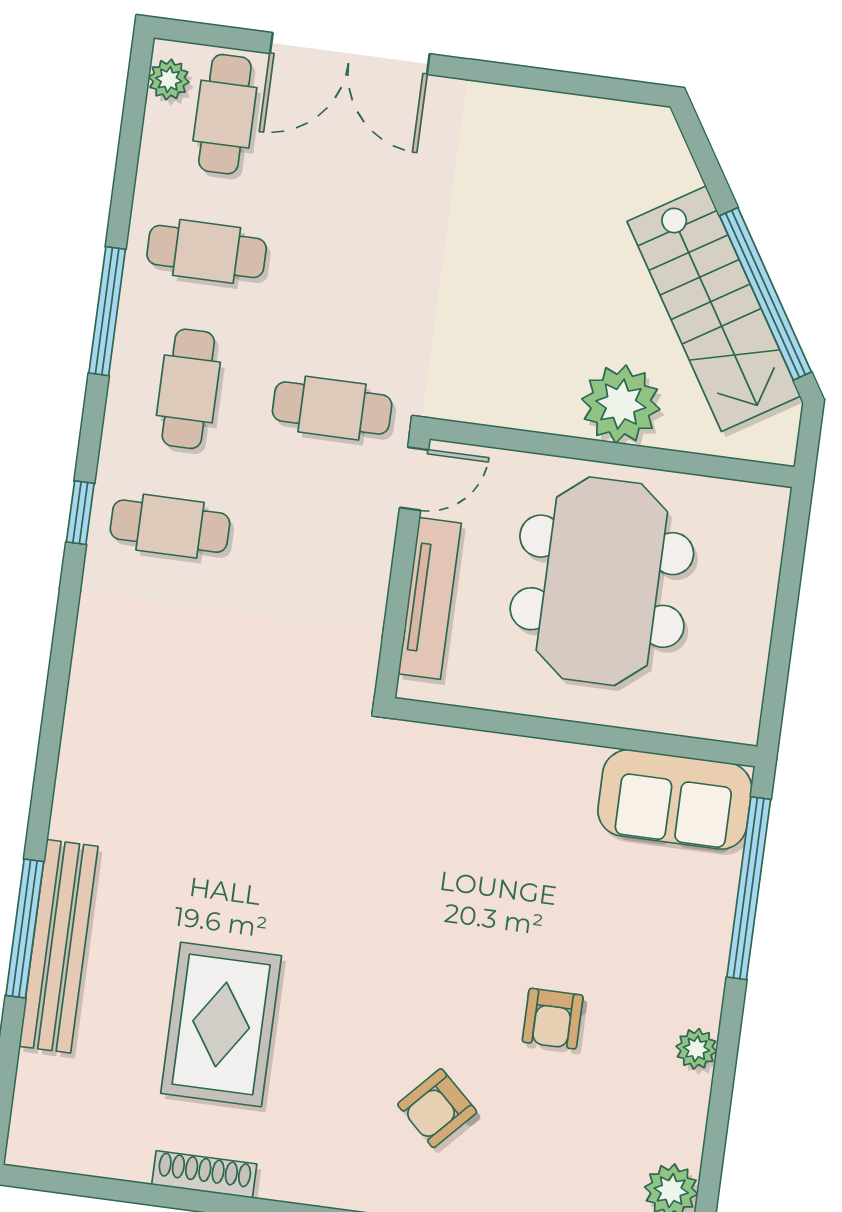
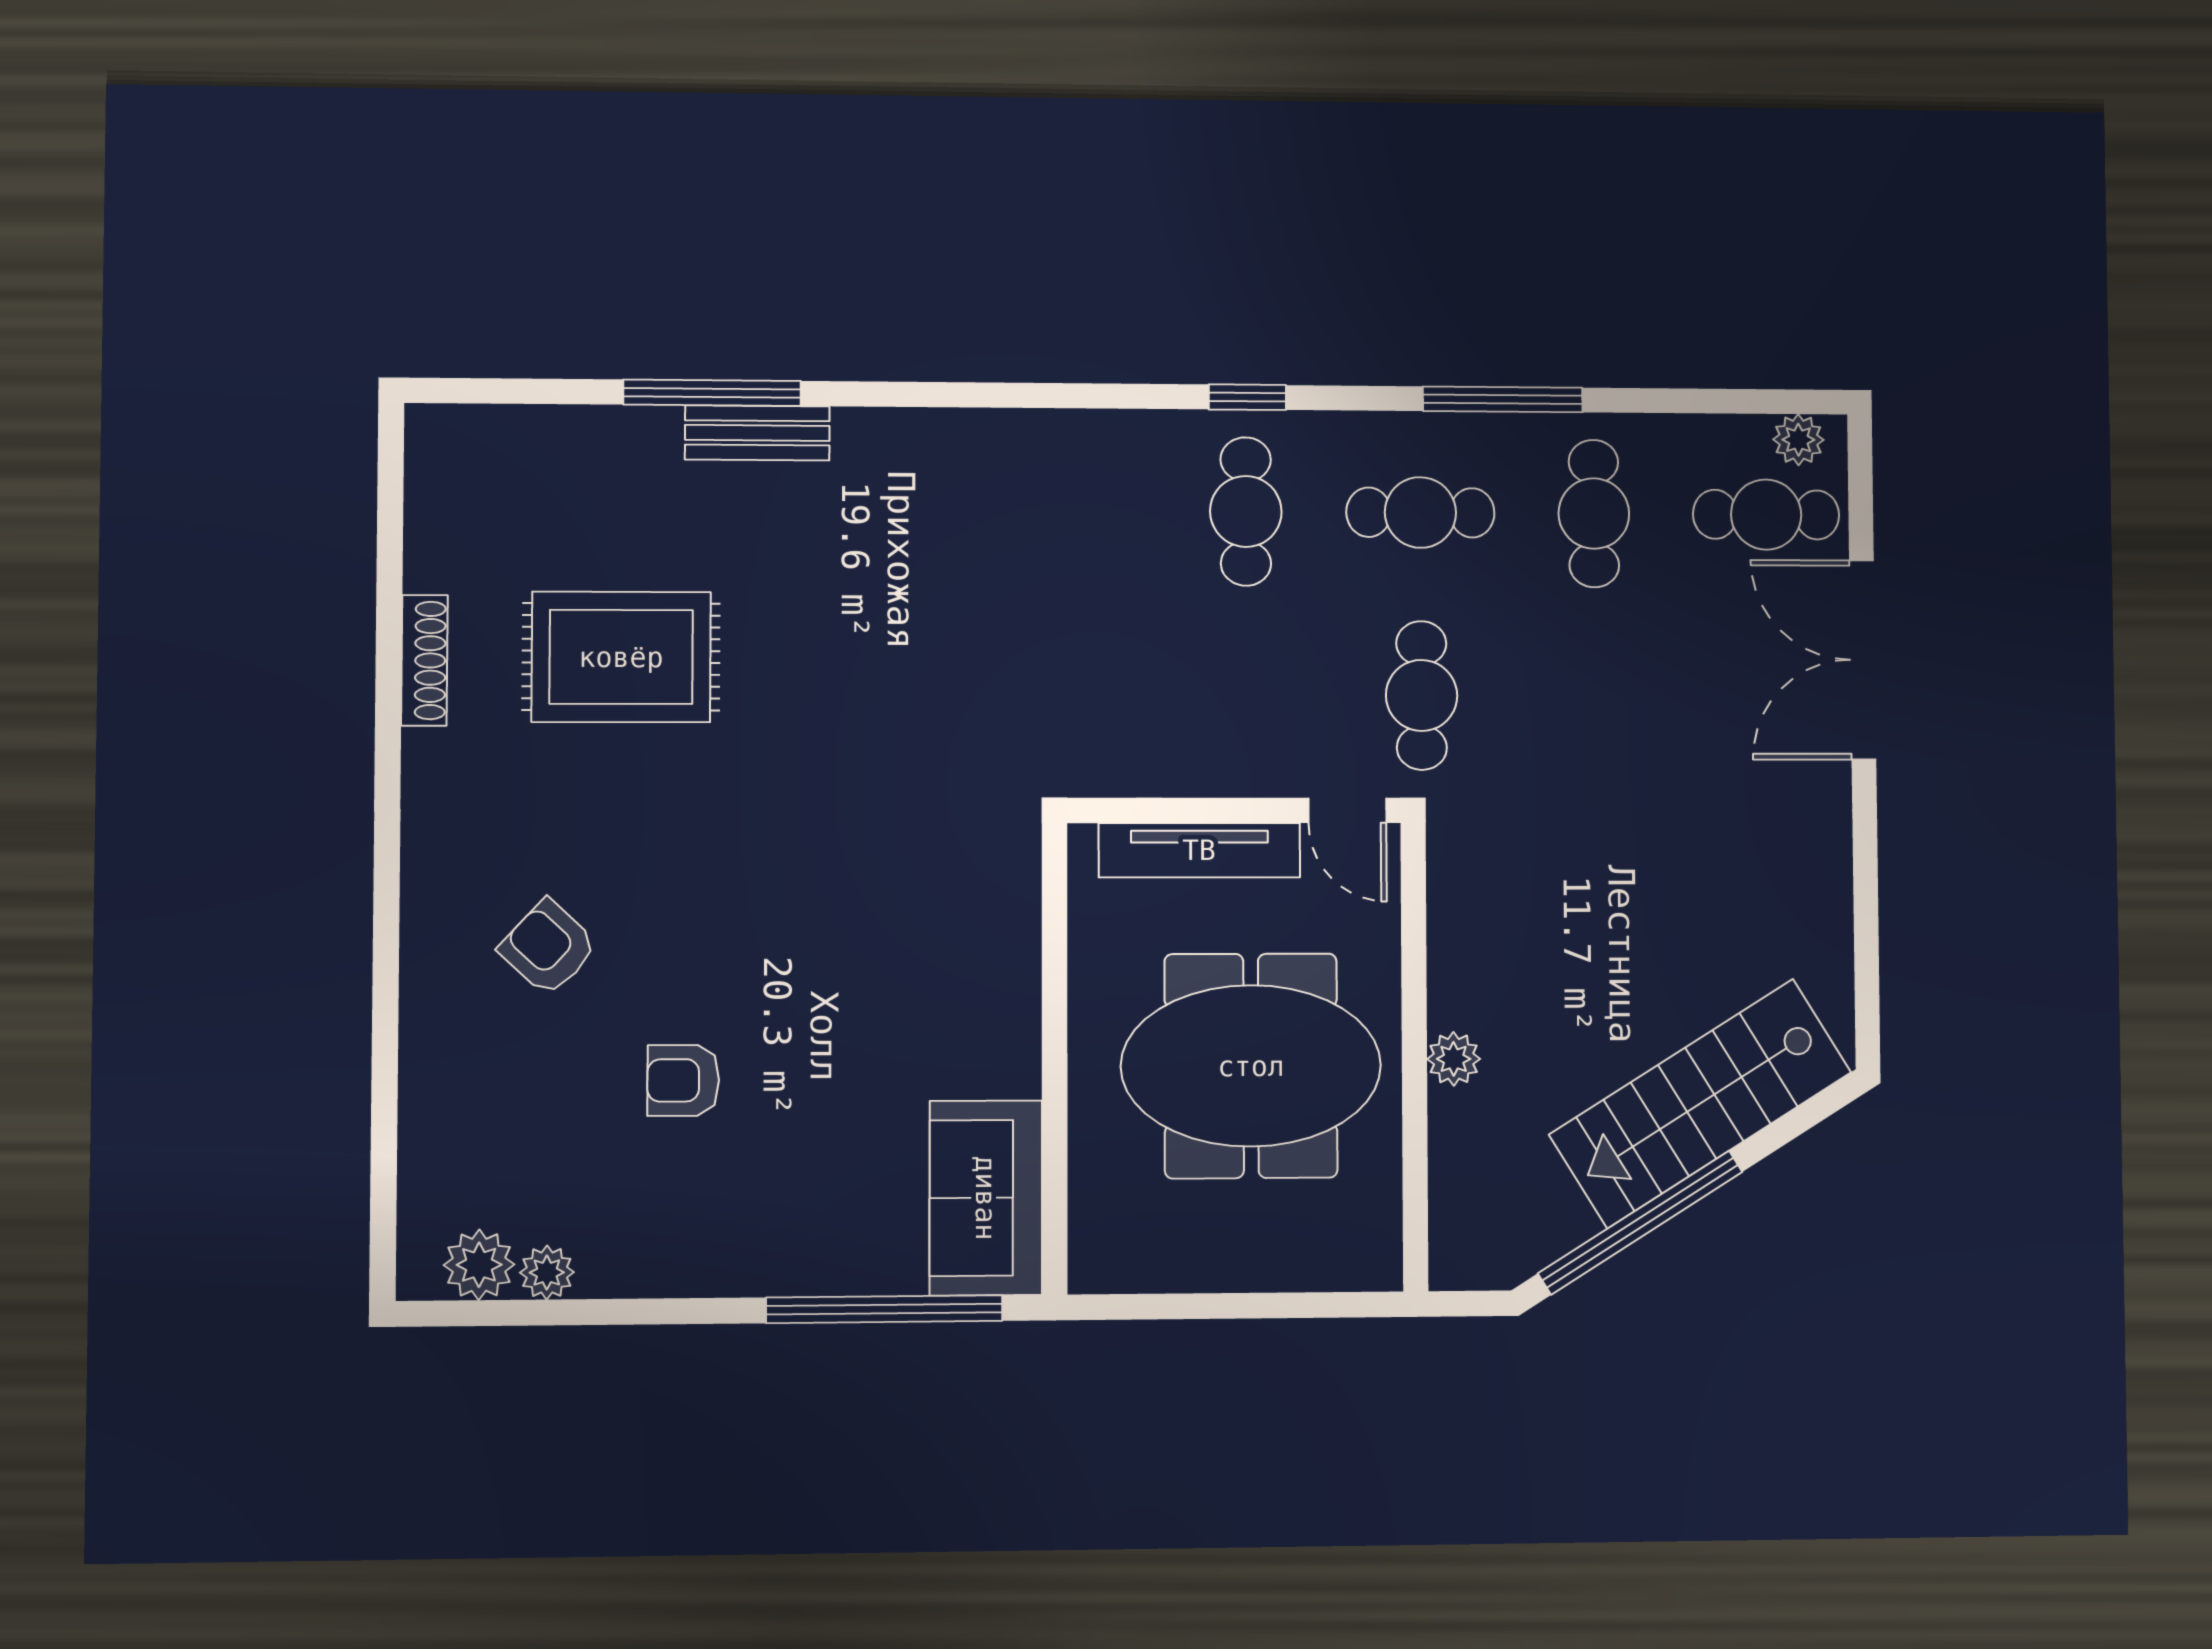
stairs: (714, 309) -> (1700, 1103), moved
plant: (621, 404) -> (1454, 1059), width x0.53, depth x0.53
bench: (59, 946) -> (757, 433), width x0.54, depth x0.82
plant: (696, 1049) -> (547, 1272), moved

